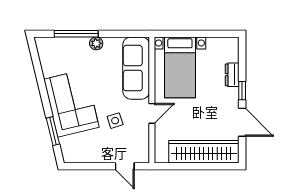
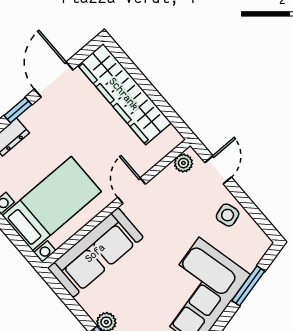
door: (152, 113) -> (132, 191), hinge flipped
side table: (115, 121) -> (228, 215), moved
plant: (143, 152) -> (183, 163), added

